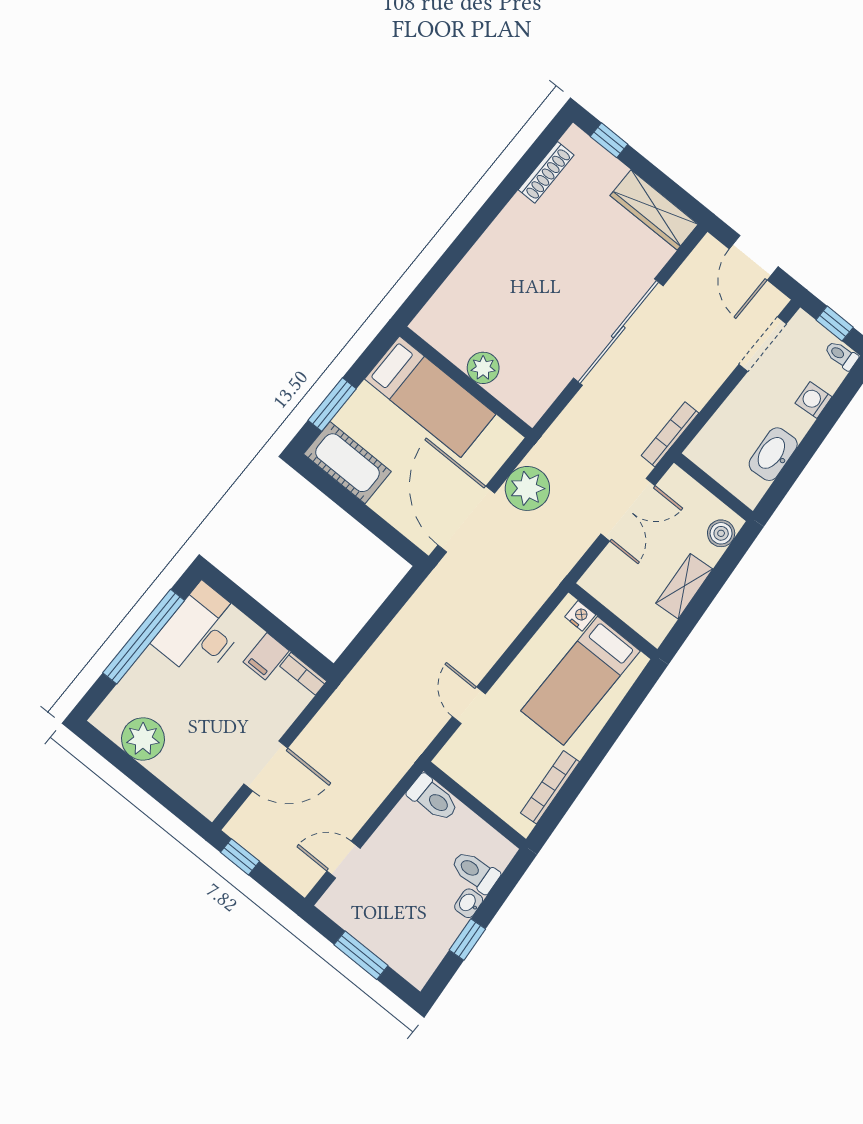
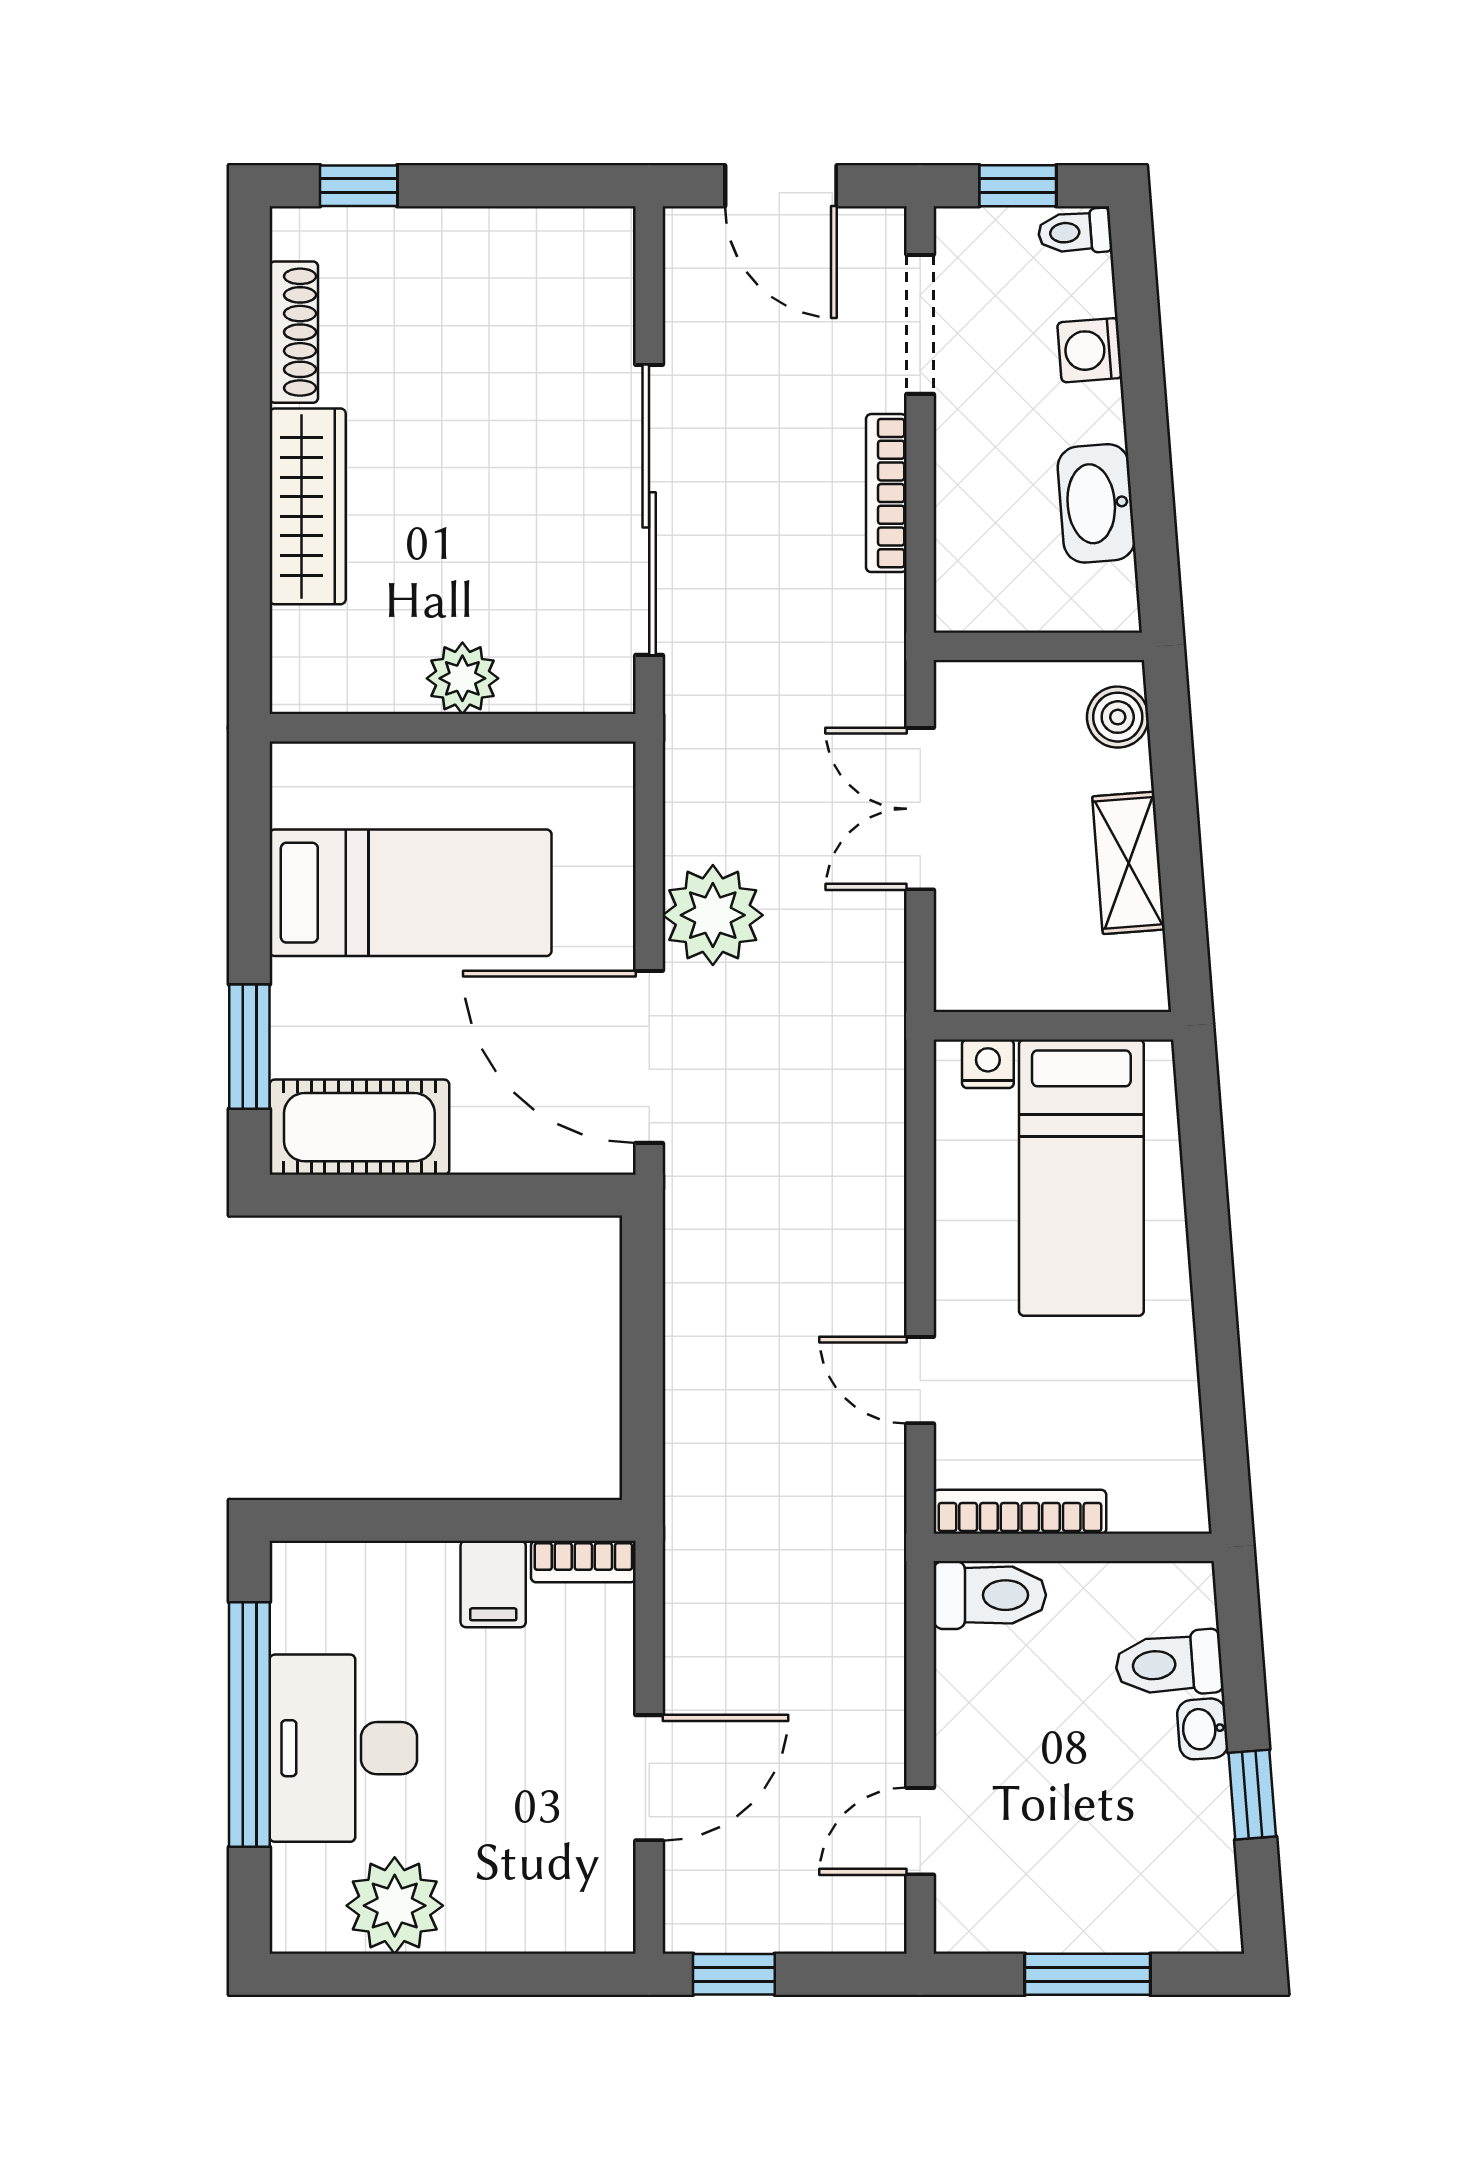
wardrobe: (654, 210) -> (308, 506), moved, turned -90
plant: (483, 368) -> (462, 678), moved
wall: (466, 382) -> (453, 728), moved
bookcase: (670, 434) -> (886, 493), moved
double door: (628, 510) -> (920, 809), swing flipped
desk: (201, 632) -> (343, 1748), moved
bookcase: (550, 787) -> (1020, 1512), moved, turned 94

